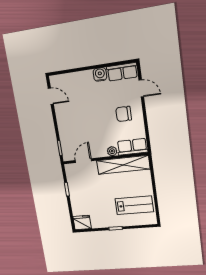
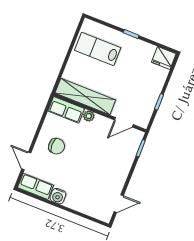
door: (51, 96) -> (119, 204), swing flipped

